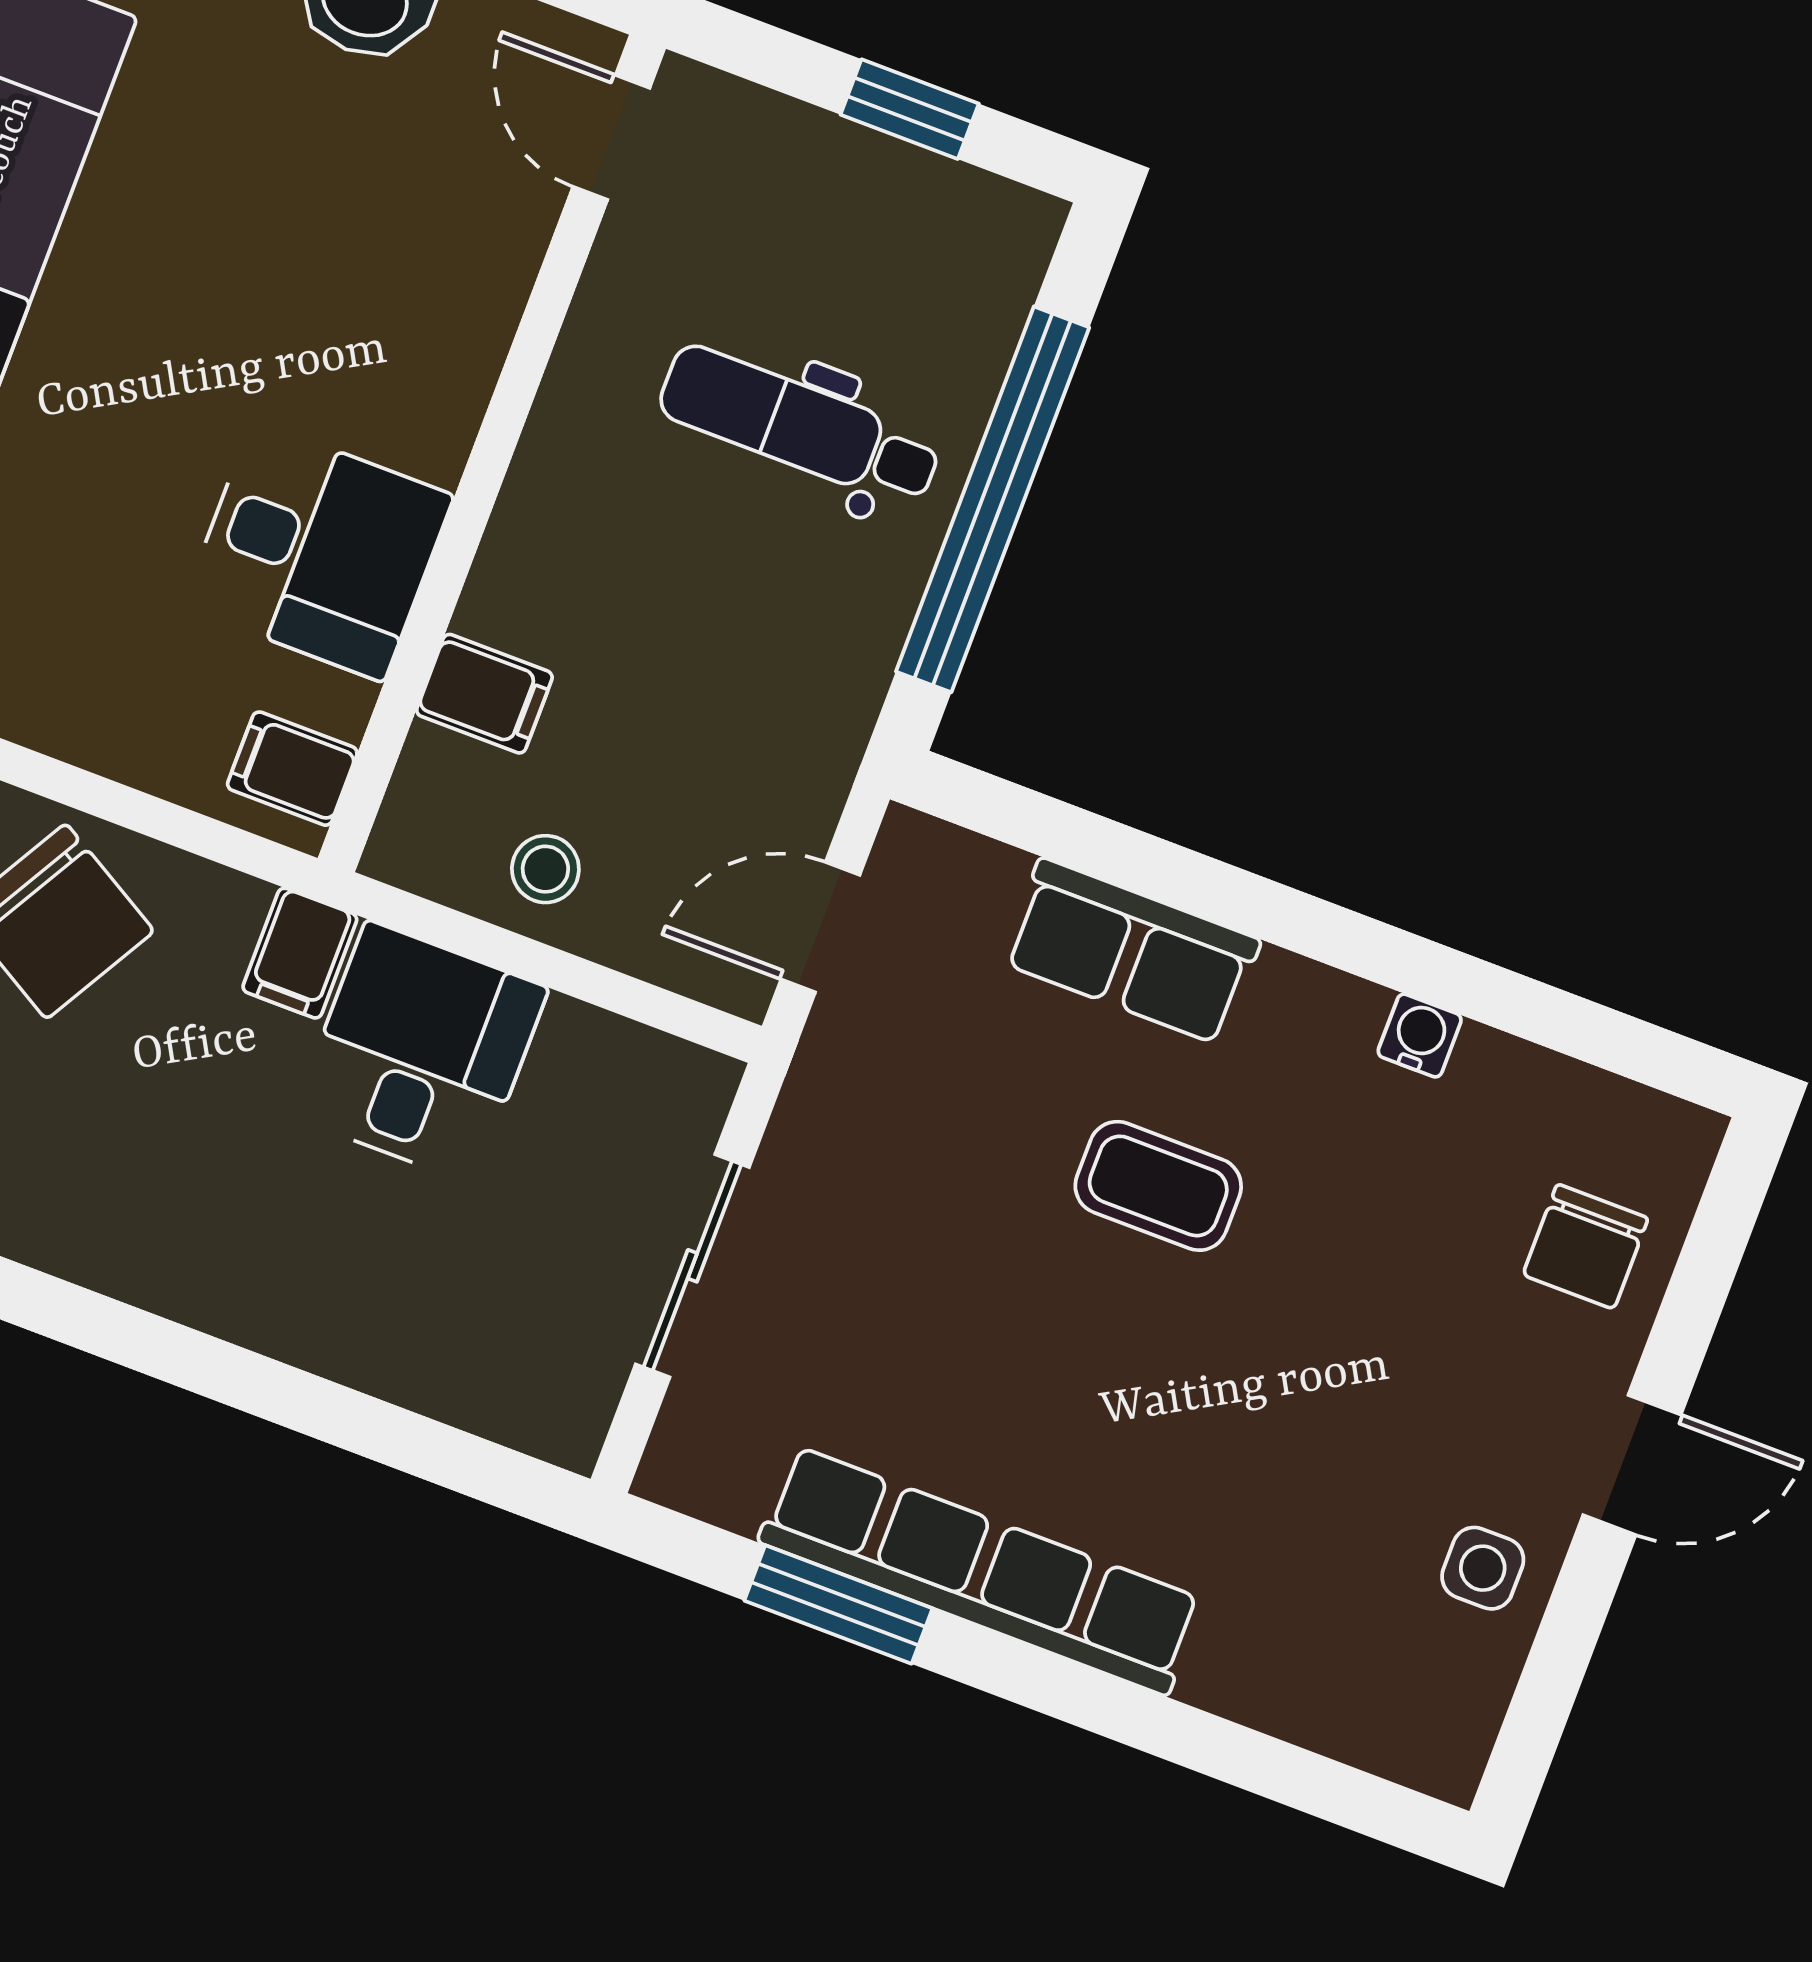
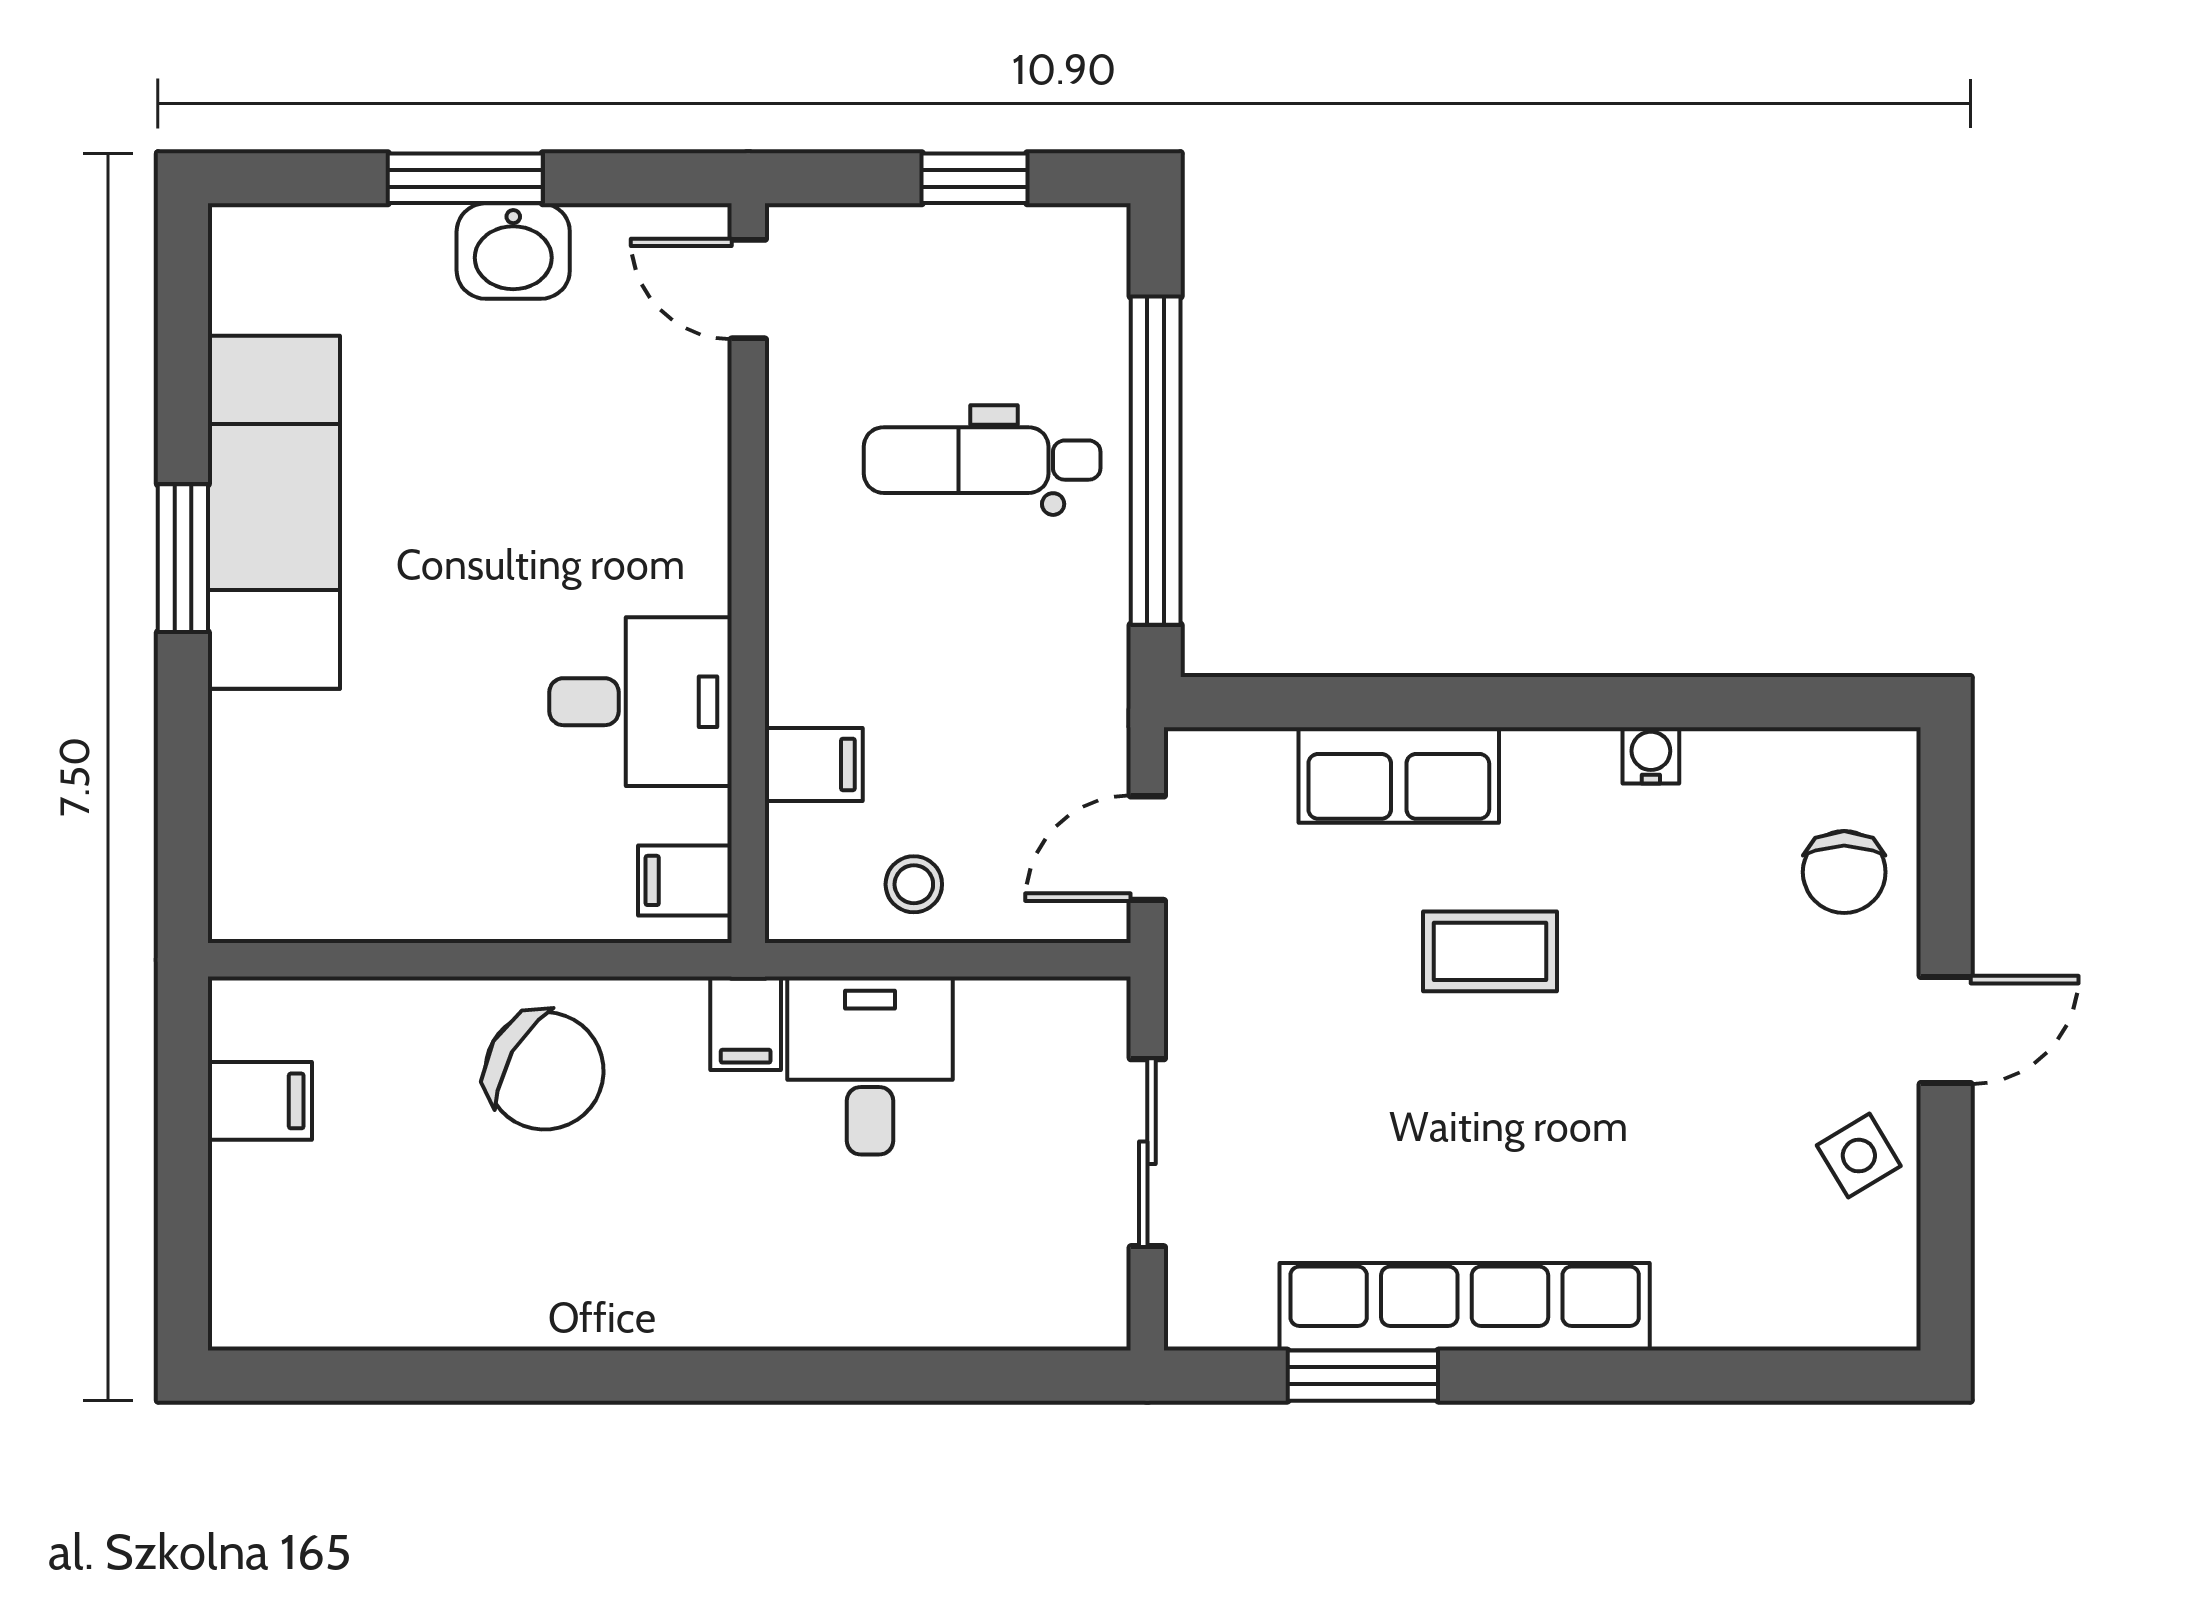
side table: (1483, 1568) -> (1859, 1156), turned -31

